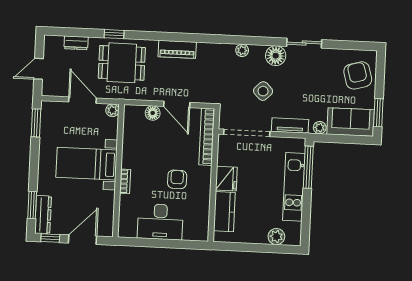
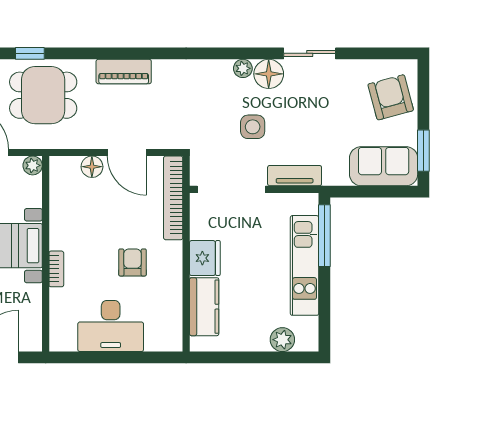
plant: (242, 50) -> (243, 68), moved
side table: (263, 91) -> (253, 127), turned 45
plant: (320, 128) -> (338, 177), removed

